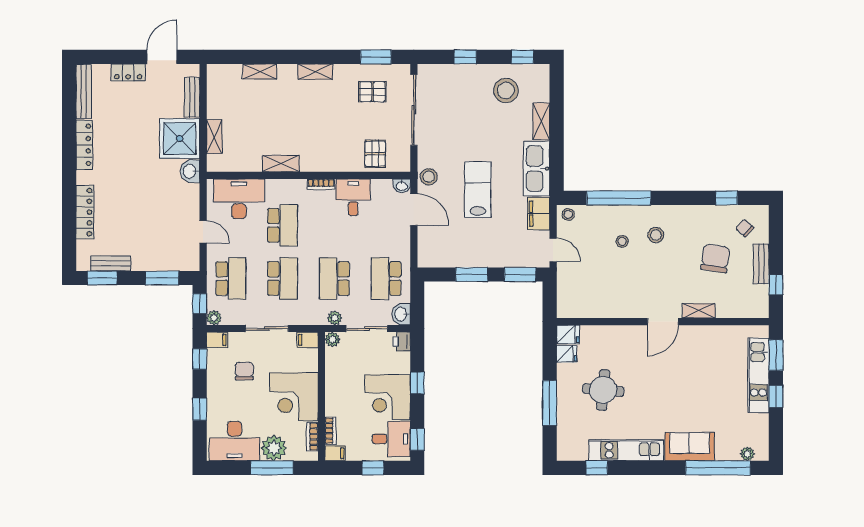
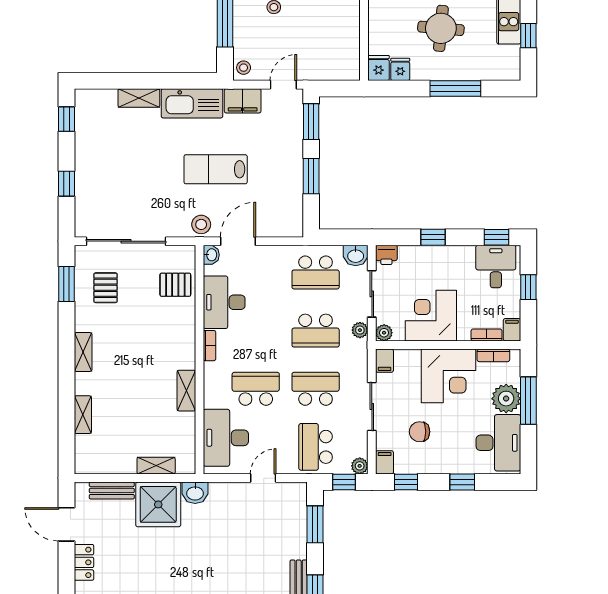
stool: (506, 91) -> (104, 138), removed
desk: (353, 197) -> (224, 302), width x1.37
school desk: (231, 279) -> (316, 447), turned -90
corner desk: (388, 397) -> (431, 316), moved, turned 180

